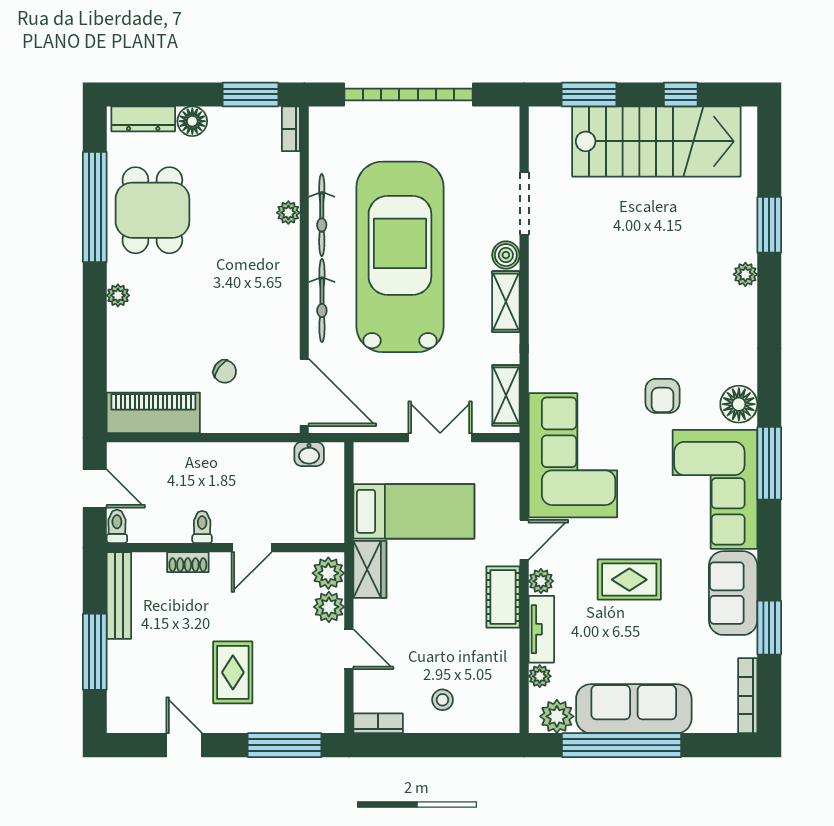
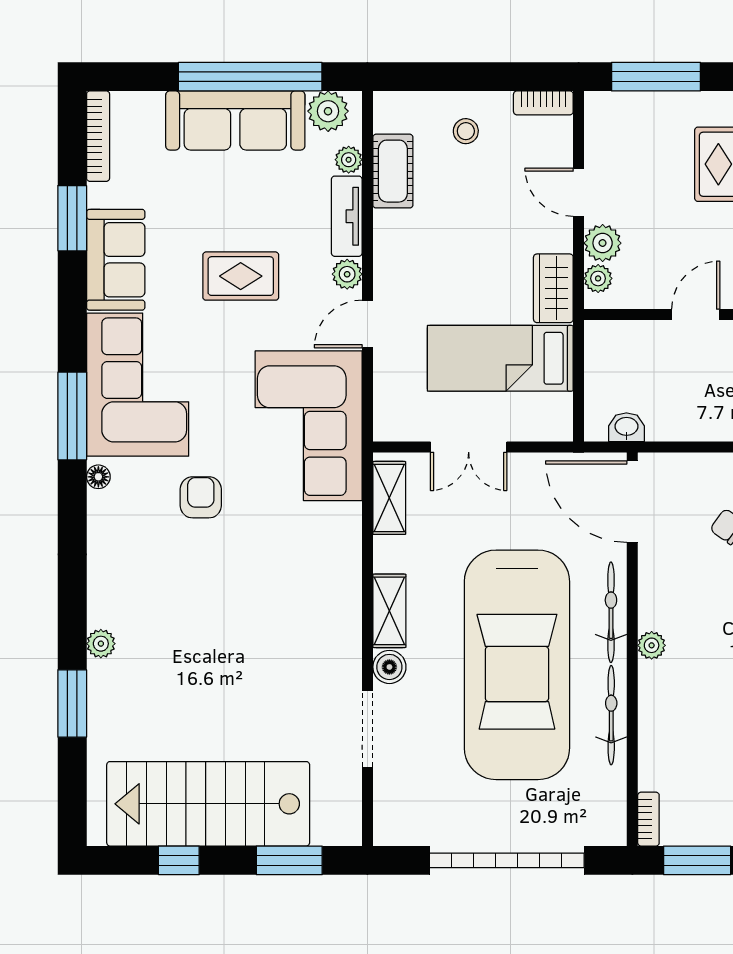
plant: (288, 213) -> (652, 645), moved
floor lamp: (739, 404) -> (98, 477), width x0.53, depth x0.53
plant: (328, 573) -> (598, 278), width x0.73, depth x0.73
cot: (503, 597) -> (393, 171), moved

